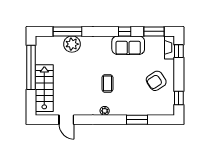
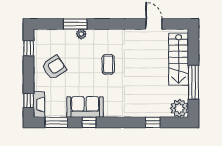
window: (67, 31) -> (153, 122), width x0.46
plant: (72, 44) -> (179, 108), moved
window: (31, 67) -> (193, 82), width x0.68
plant: (105, 111) -> (81, 34), moved

